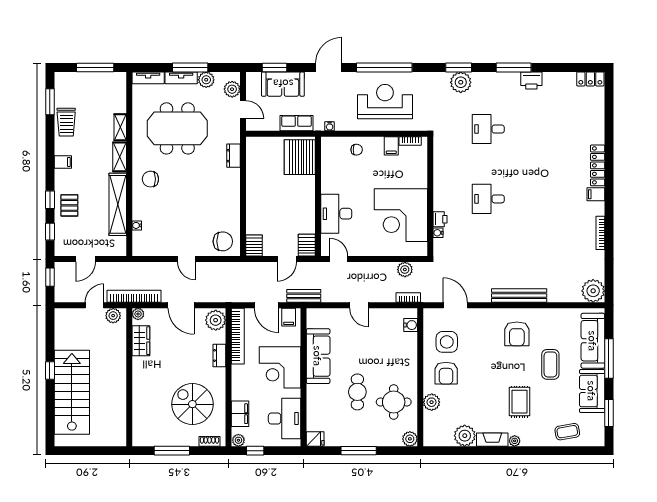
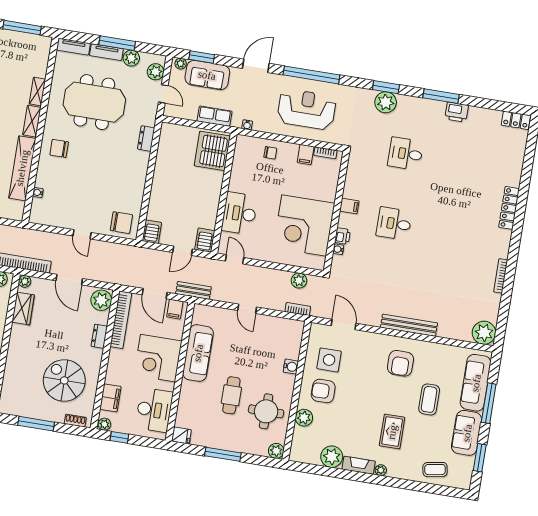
plant: (255, 77) -> (181, 64), added
filing cabinet: (596, 194) -> (349, 206), moved, turned 180
water cooler: (411, 325) -> (291, 367), moved
armchair: (446, 373) -> (323, 391), turned 90

